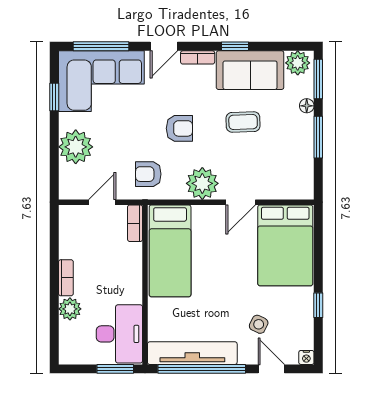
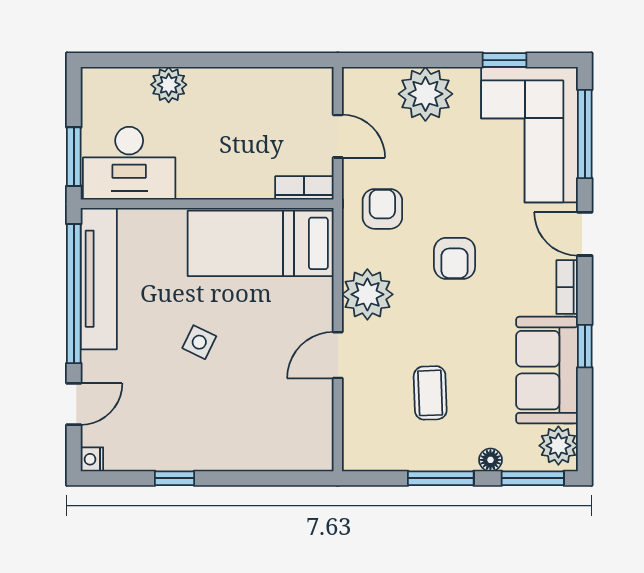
coffee table: (243, 122) -> (430, 393), moved
door: (241, 202) -> (338, 355), hinge flipped
bed: (285, 245) -> (269, 426), removed
bookcase: (66, 278) -> (218, 78), removed
side table: (259, 324) -> (199, 342), moved

